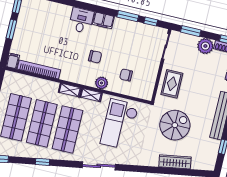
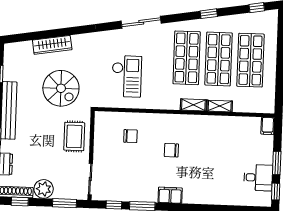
desk: (81, 20) -> (258, 178), moved, turned -90
bookcase: (39, 69) -> (235, 122), removed
plant: (101, 83) -> (158, 121), removed
shelving: (91, 95) -> (220, 106), moved
checkout: (119, 124) -> (127, 76), width x0.73, depth x0.83
spiral stairs: (175, 125) -> (61, 88), turned -90

